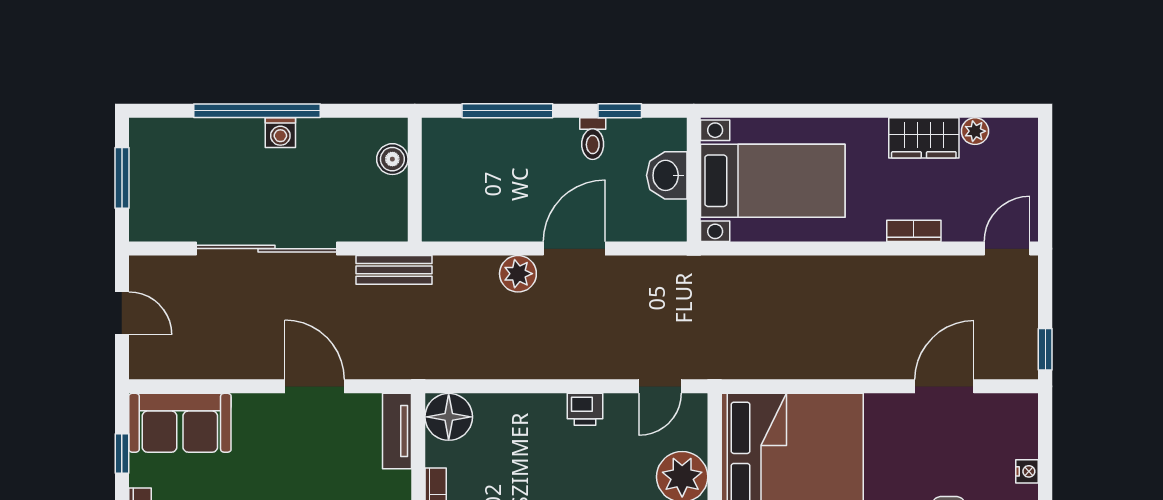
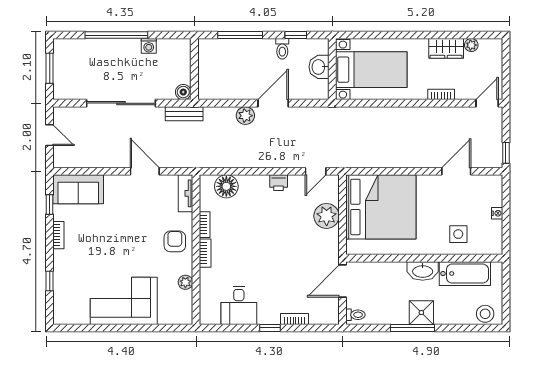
washing machine: (280, 133) -> (149, 46), moved
boiler: (392, 159) -> (183, 92), moved
floor lamp: (449, 417) -> (226, 186), moved

